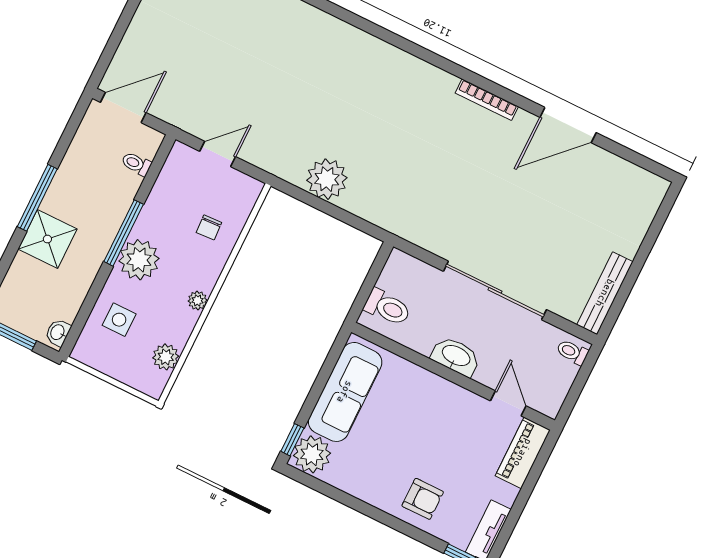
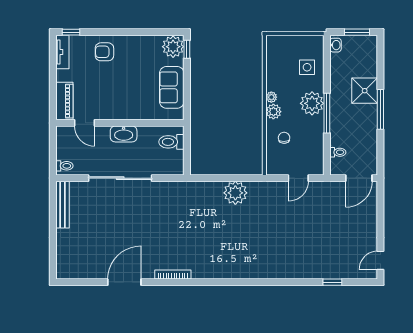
plant: (166, 357) -> (273, 112), moved
sofa: (345, 392) -> (172, 87), width x0.73

